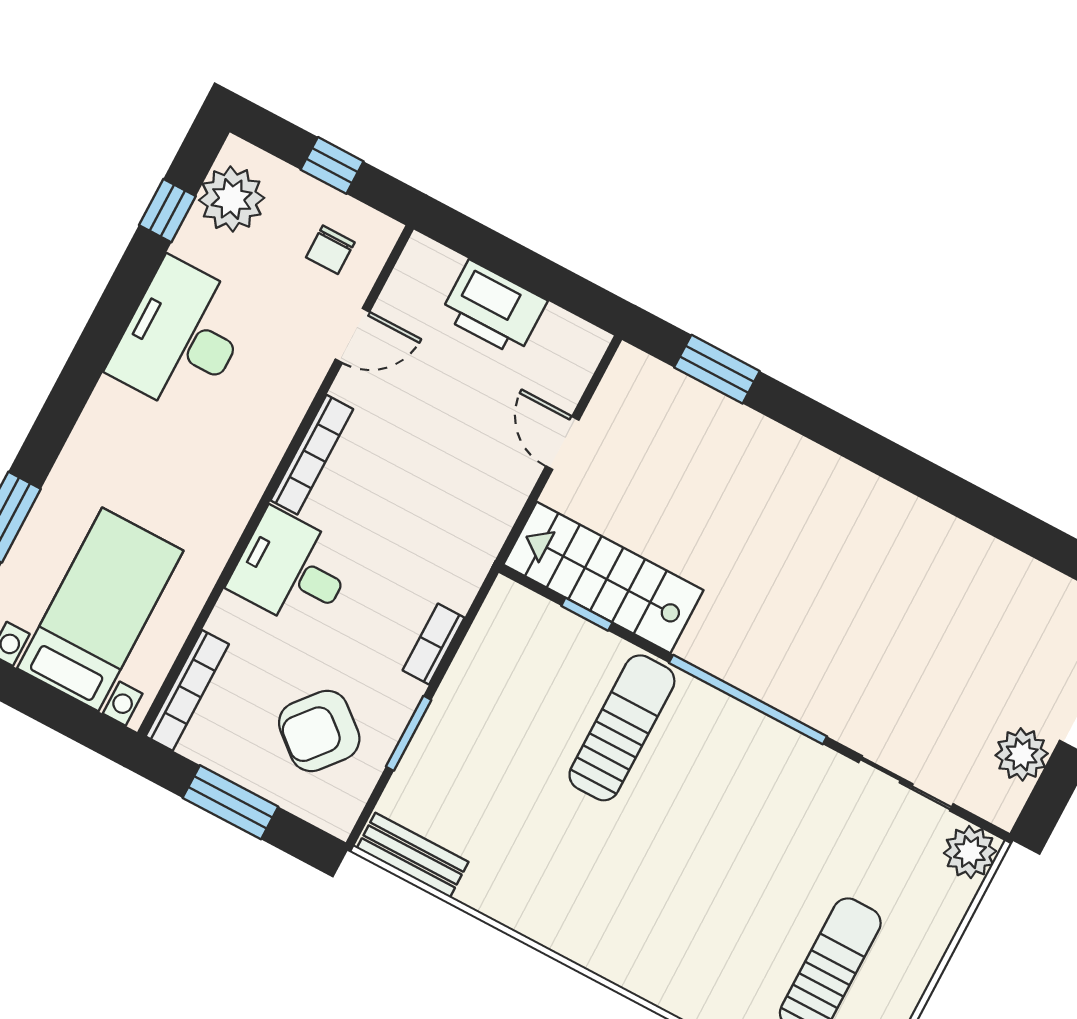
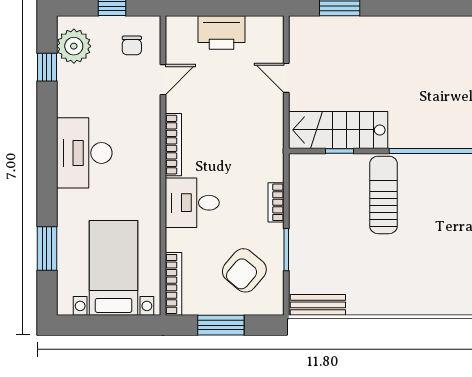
desk: (181, 337) -> (84, 153), moved

